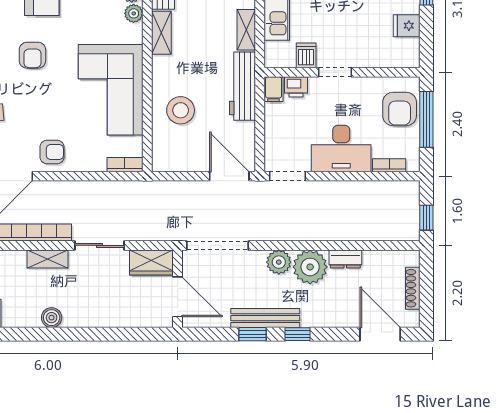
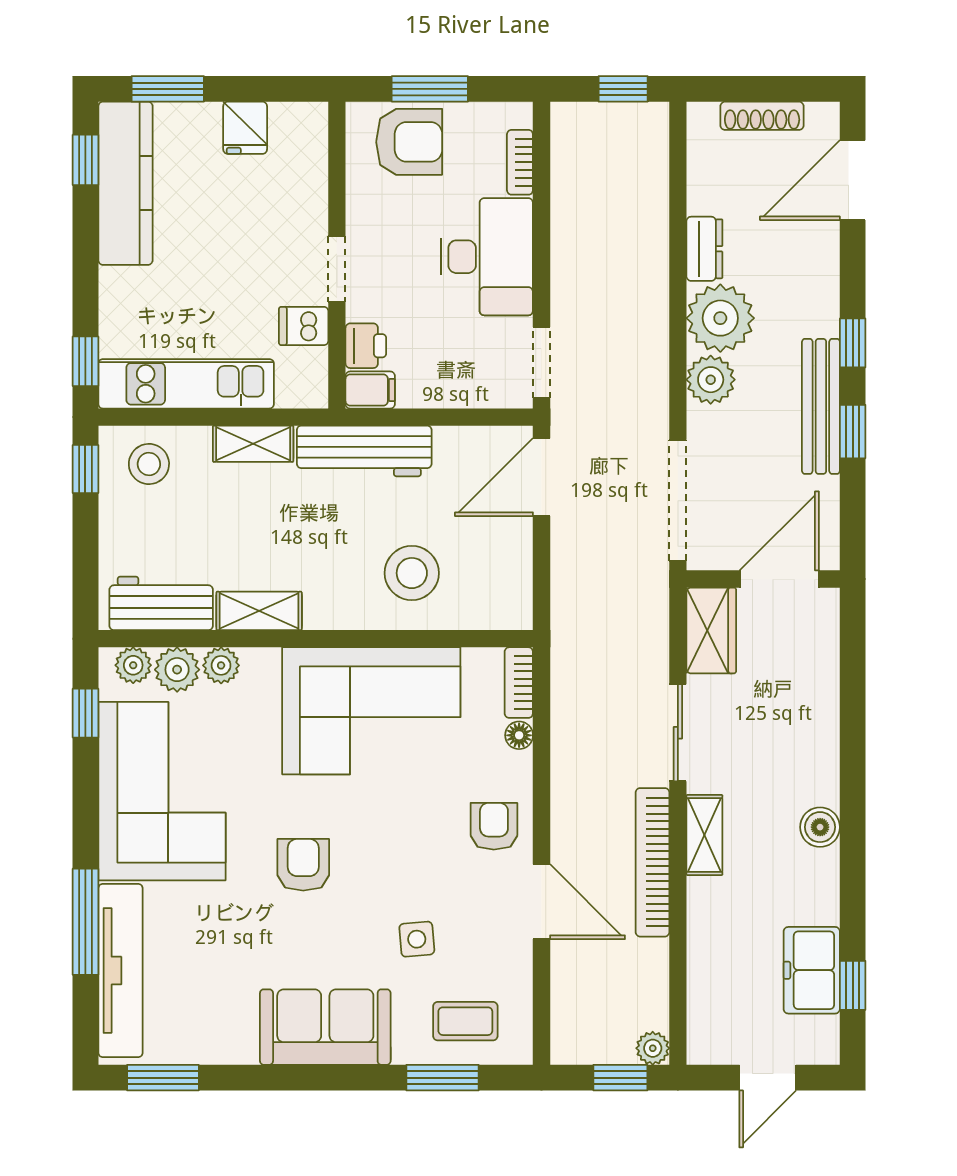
armchair: (32, 55) -> (303, 865), turned -90
window: (426, 119) -> (430, 89), width x0.69
floor lamp: (98, 165) -> (519, 735), added

